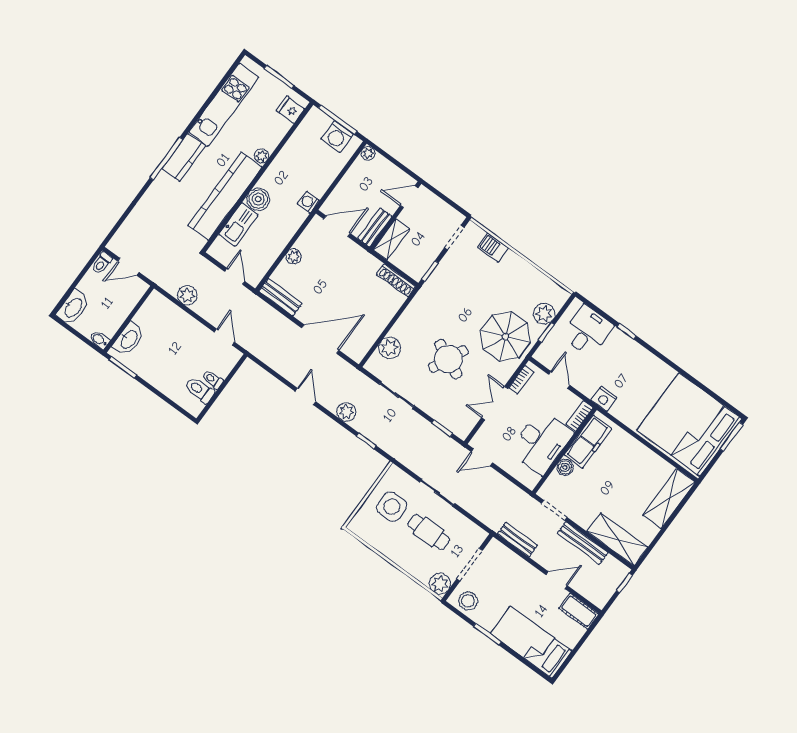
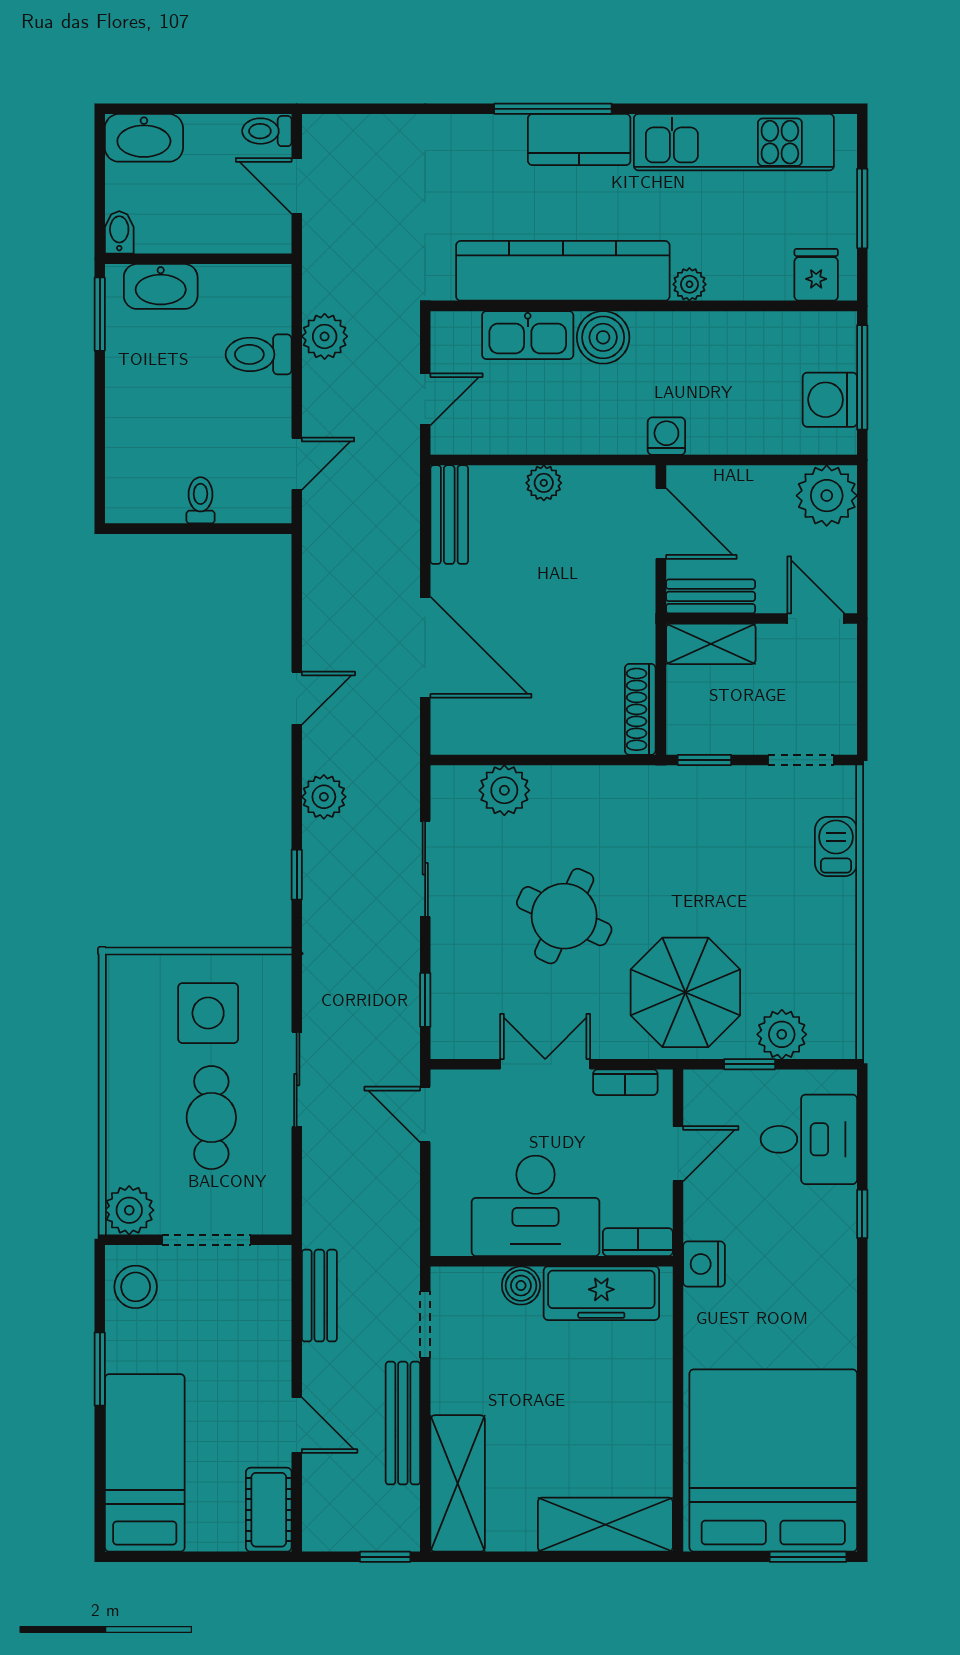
plant: (368, 153) -> (827, 496), width x1.88, depth x1.88
toilet: (200, 390) -> (259, 354), moved, turned -90

